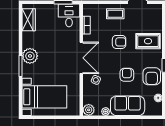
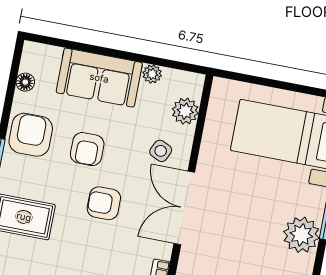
armchair: (119, 42) -> (104, 203), moved
plant: (89, 110) -> (185, 111), moved

